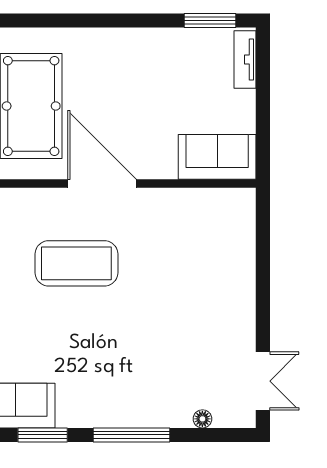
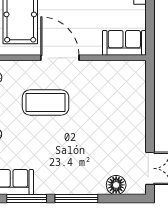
floor lamp: (202, 419) -> (116, 185), width x1.89, depth x1.89
window: (43, 435) -> (27, 199), width x1.44

